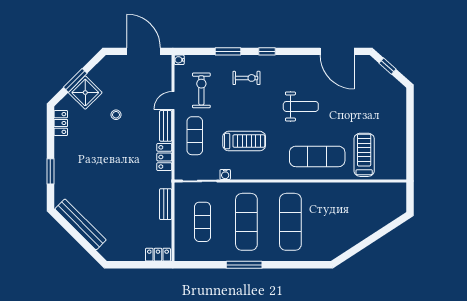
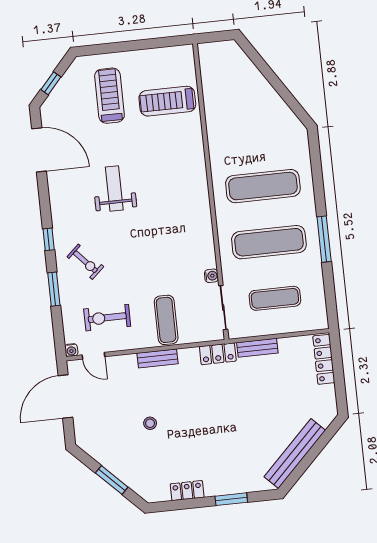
door: (337, 51) -> (39, 150), hinge flipped
exercise bike: (246, 78) -> (85, 262), turned 138
shower: (85, 93) -> (126, 466), removed
door: (173, 101) -> (93, 356), moved
locker: (61, 123) -> (187, 491), moved
exercise mat: (195, 136) -> (166, 320), turned 90
treadmill: (244, 141) -> (109, 96), moved
exercise mat: (317, 156) -> (176, 161), removed
locker: (164, 157) -> (218, 354), moved
locker: (158, 255) -> (324, 359), width x1.53

